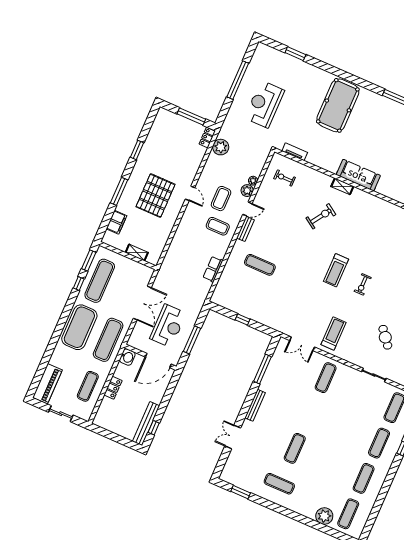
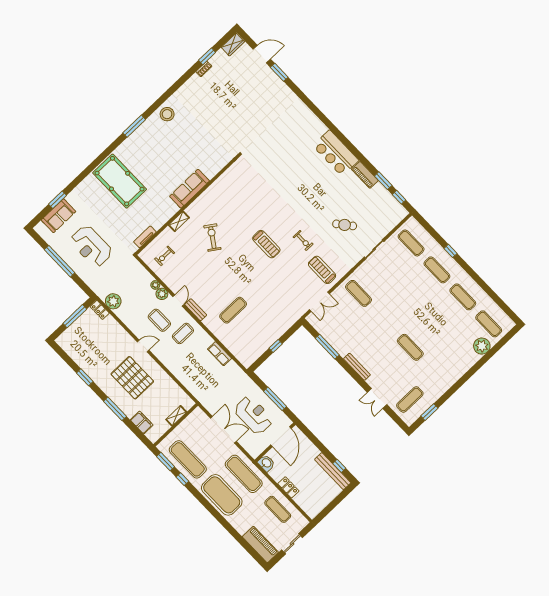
sofa: (281, 61) -> (58, 216), added
shelving: (342, 186) -> (179, 221), moved
exercise bike: (363, 284) -> (303, 240), moved
exercise mat: (279, 484) -> (410, 400), moved

